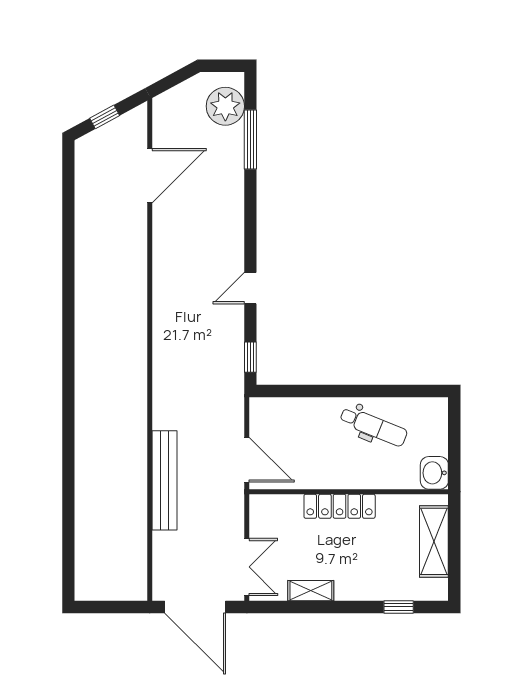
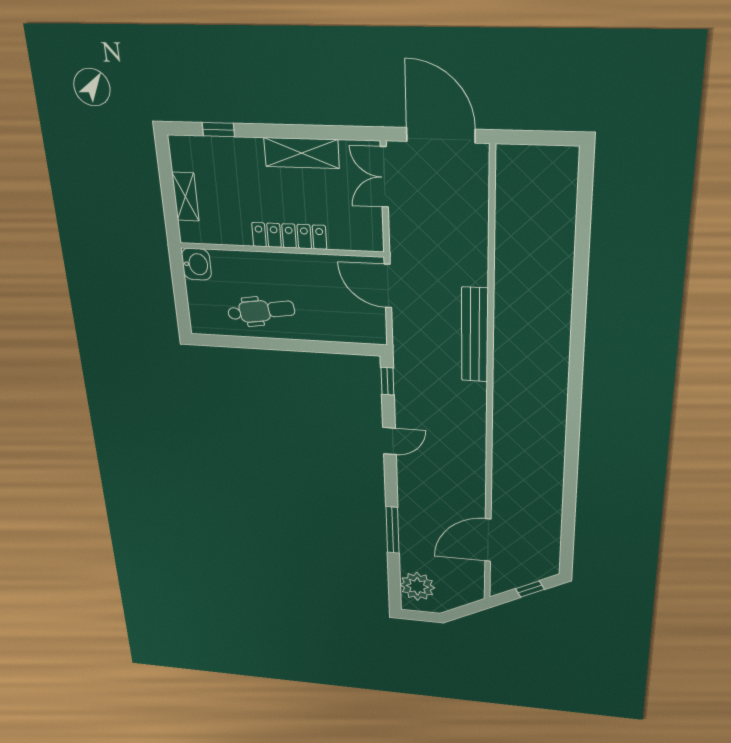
window: (250, 139) -> (393, 530), moved
dental chair: (374, 426) -> (261, 311), turned 149
bench: (164, 480) -> (475, 335), moved
shelving: (434, 541) -> (186, 197), width x0.67, depth x0.75
shelving: (311, 591) -> (302, 153), width x1.50, depth x1.33

